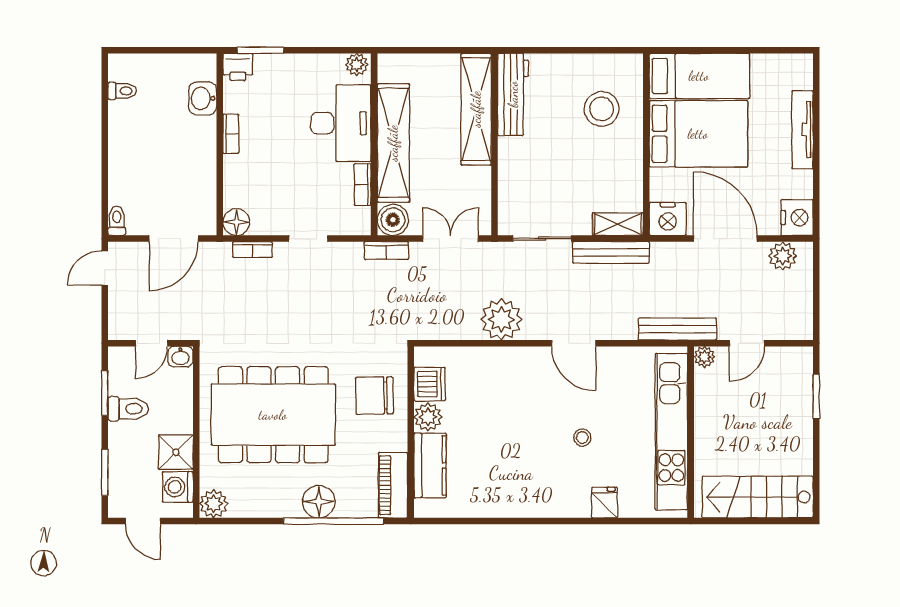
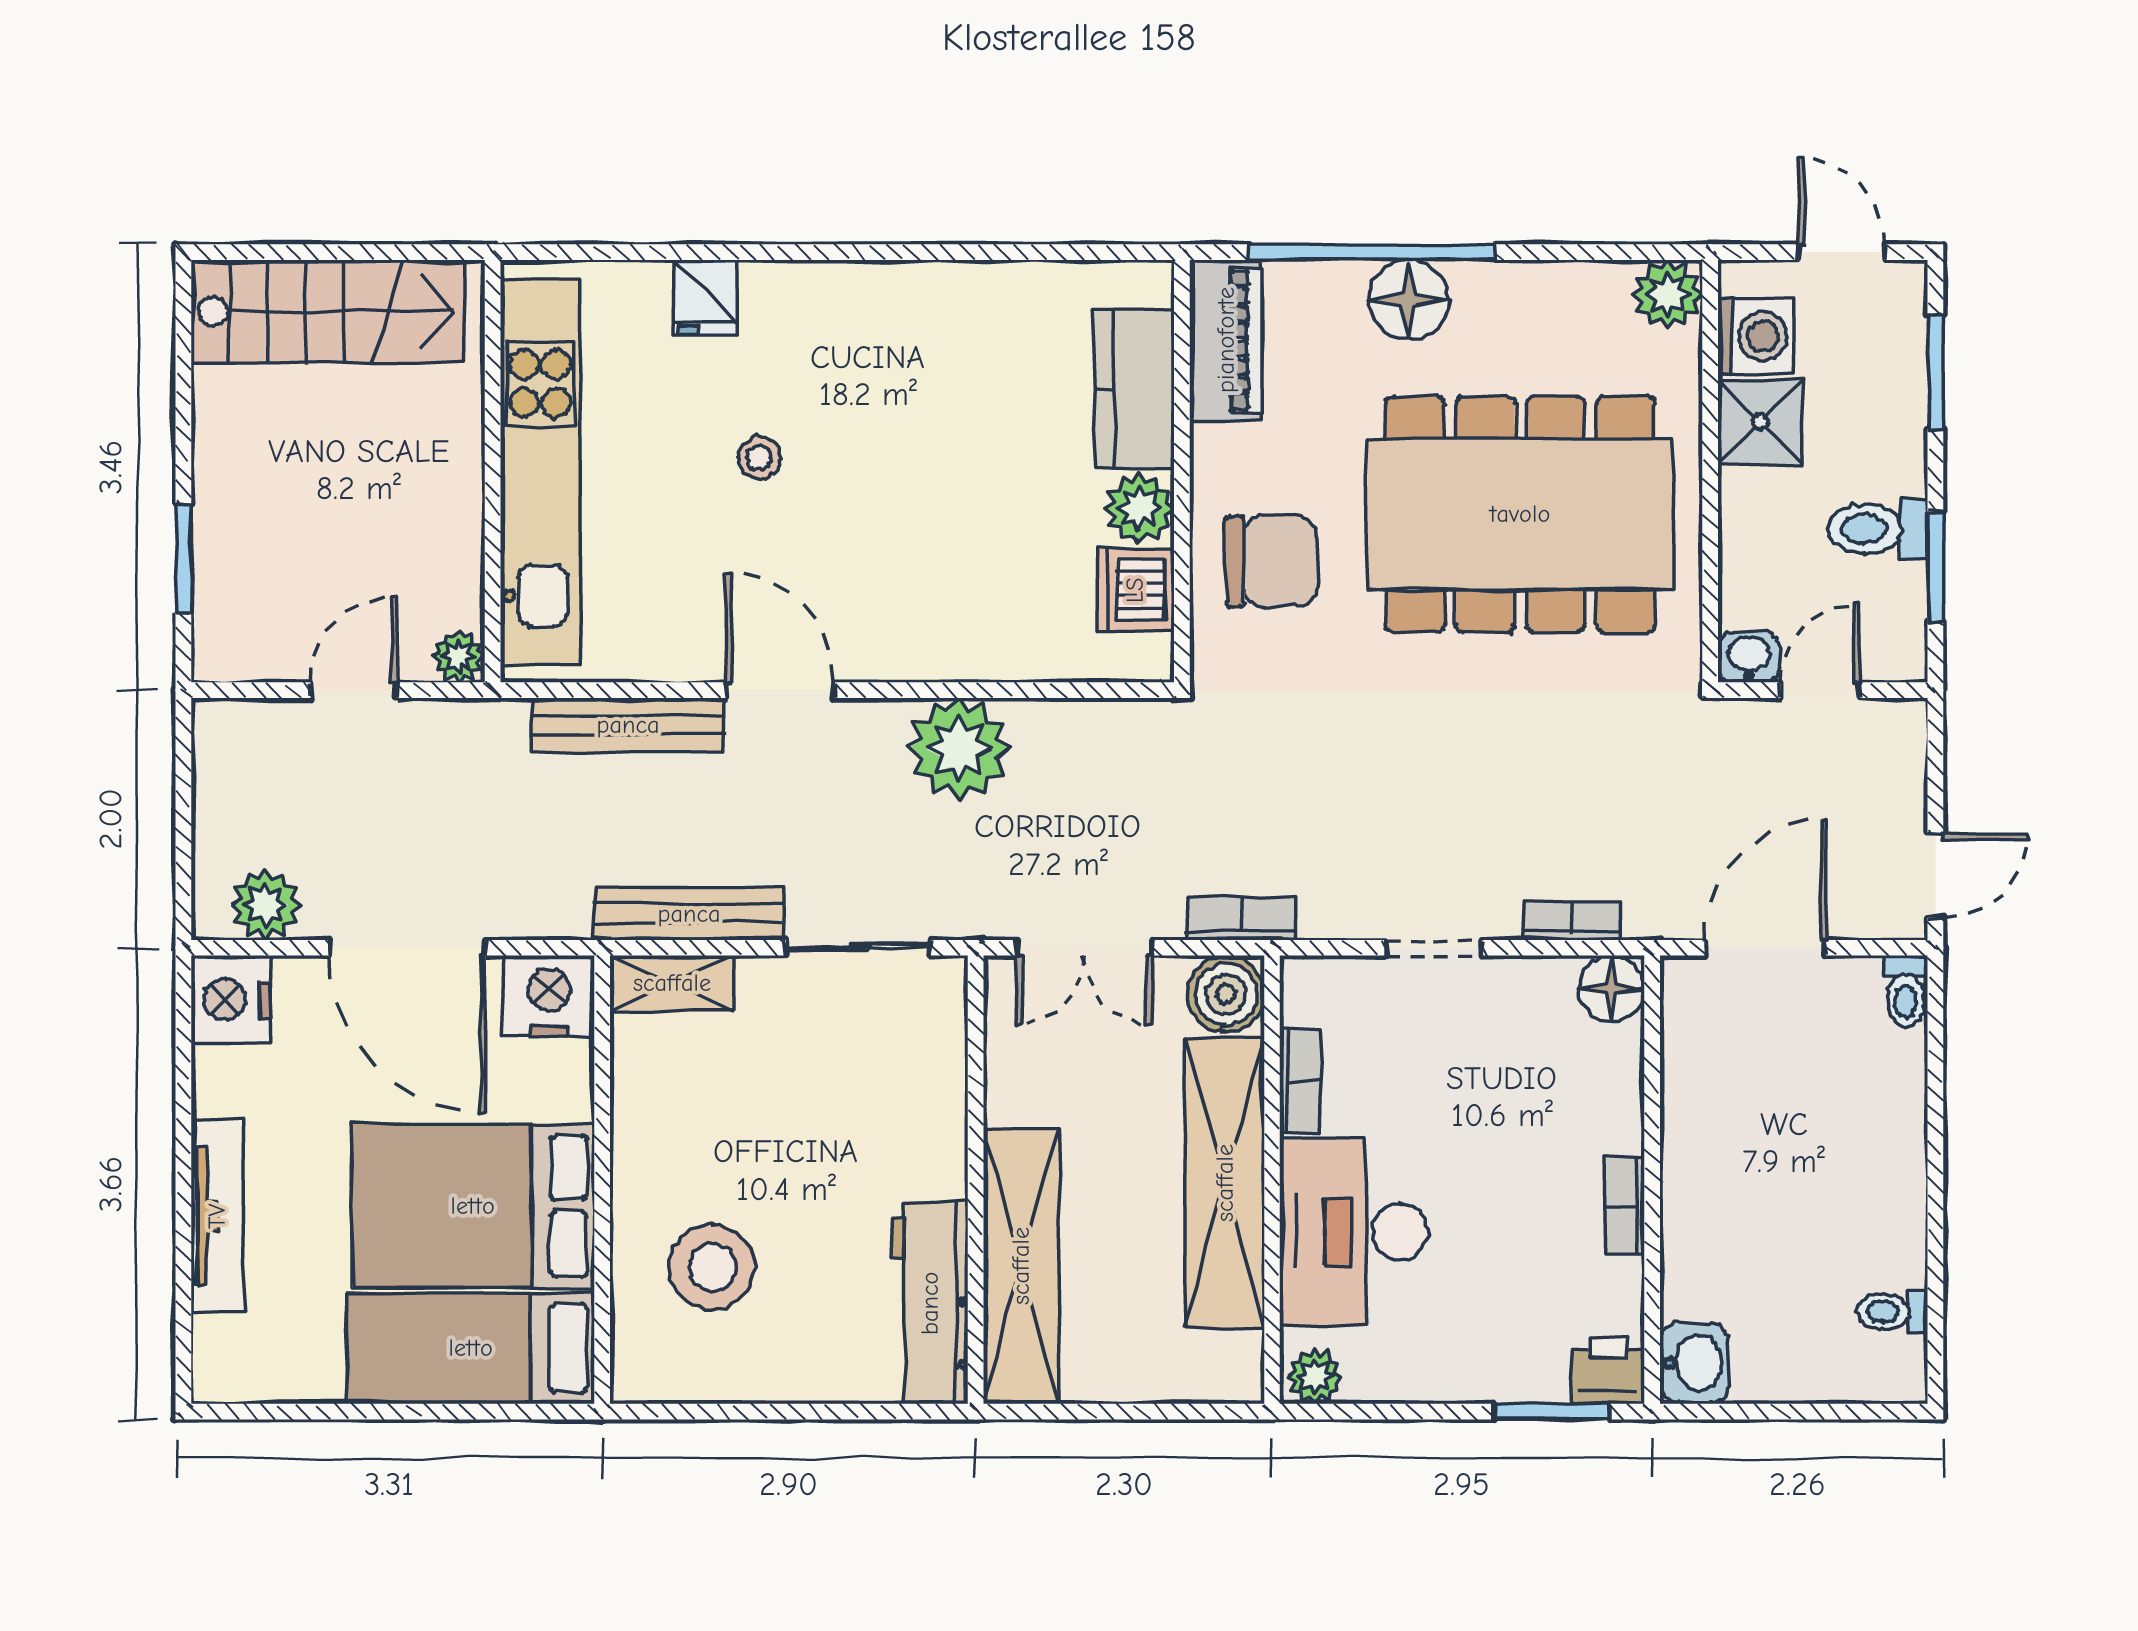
washbasin: (203, 98) -> (1694, 1363), moved
bench: (677, 329) -> (628, 725), moved

